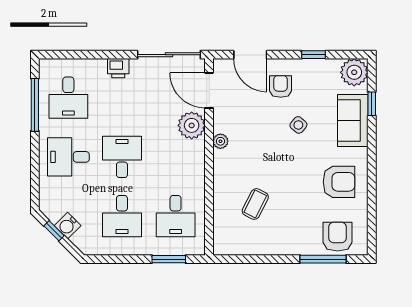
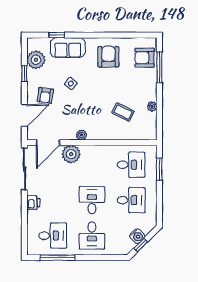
plant: (354, 72) -> (36, 60), moved
armchair: (281, 86) -> (45, 95), turned -82
desk: (122, 157) -> (92, 200), turned 90
plant: (264, 248) -> (152, 106), added

